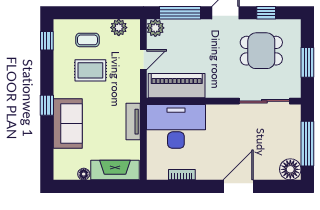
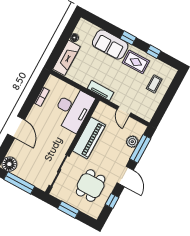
plant: (119, 28) -> (151, 107), removed
plant: (155, 28) -> (132, 142), moved
window: (47, 41) -> (154, 52), moved
rug: (90, 70) -> (136, 62), moved, turned 90
piano: (177, 86) -> (89, 138), moved
tv unit: (133, 122) -> (101, 91), moved

